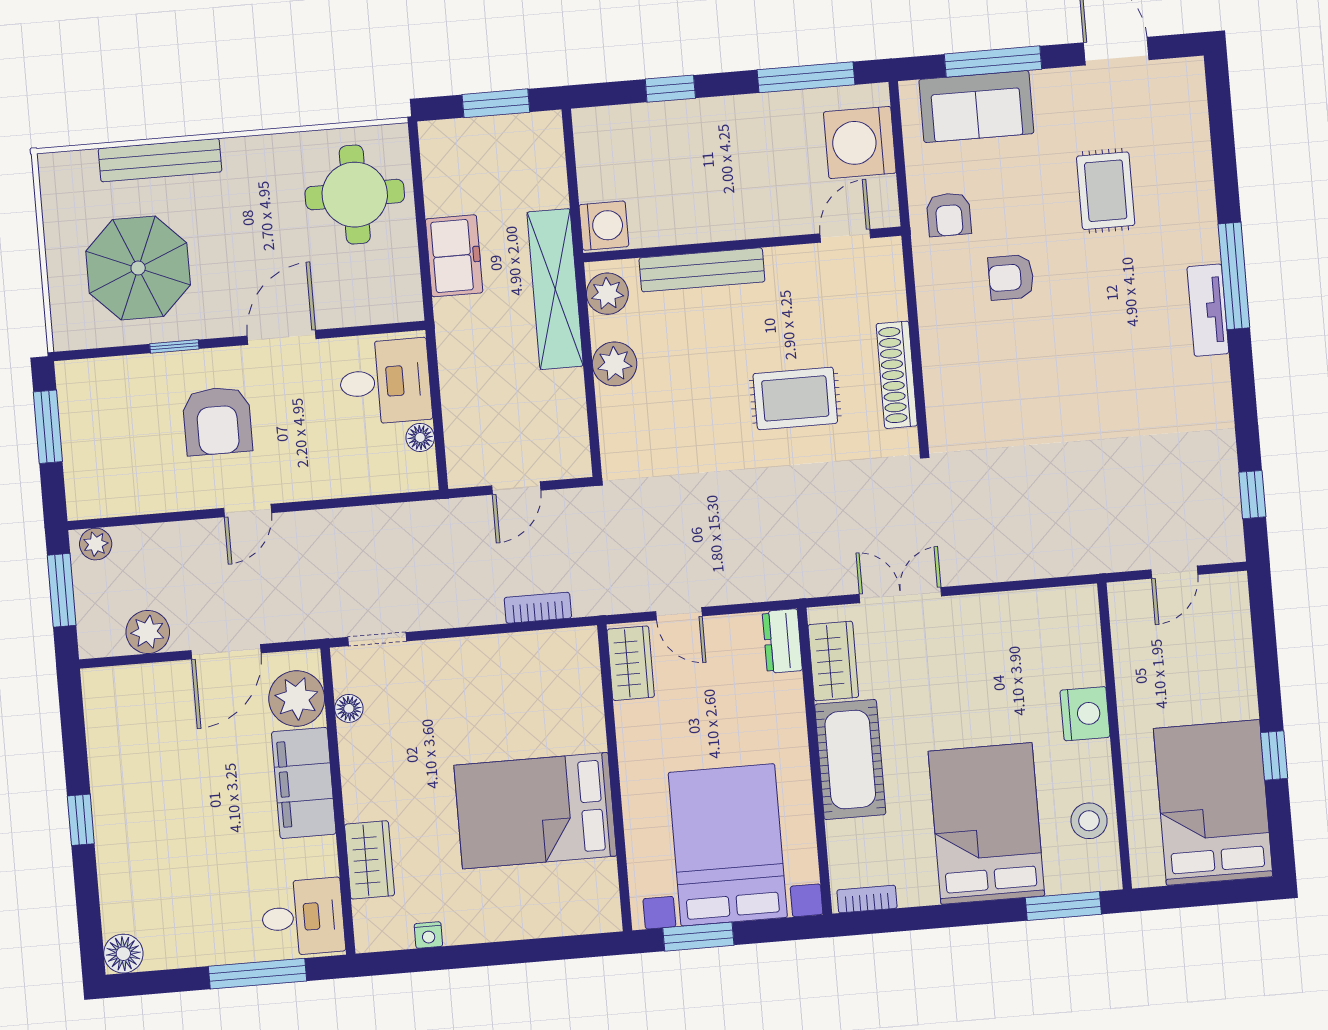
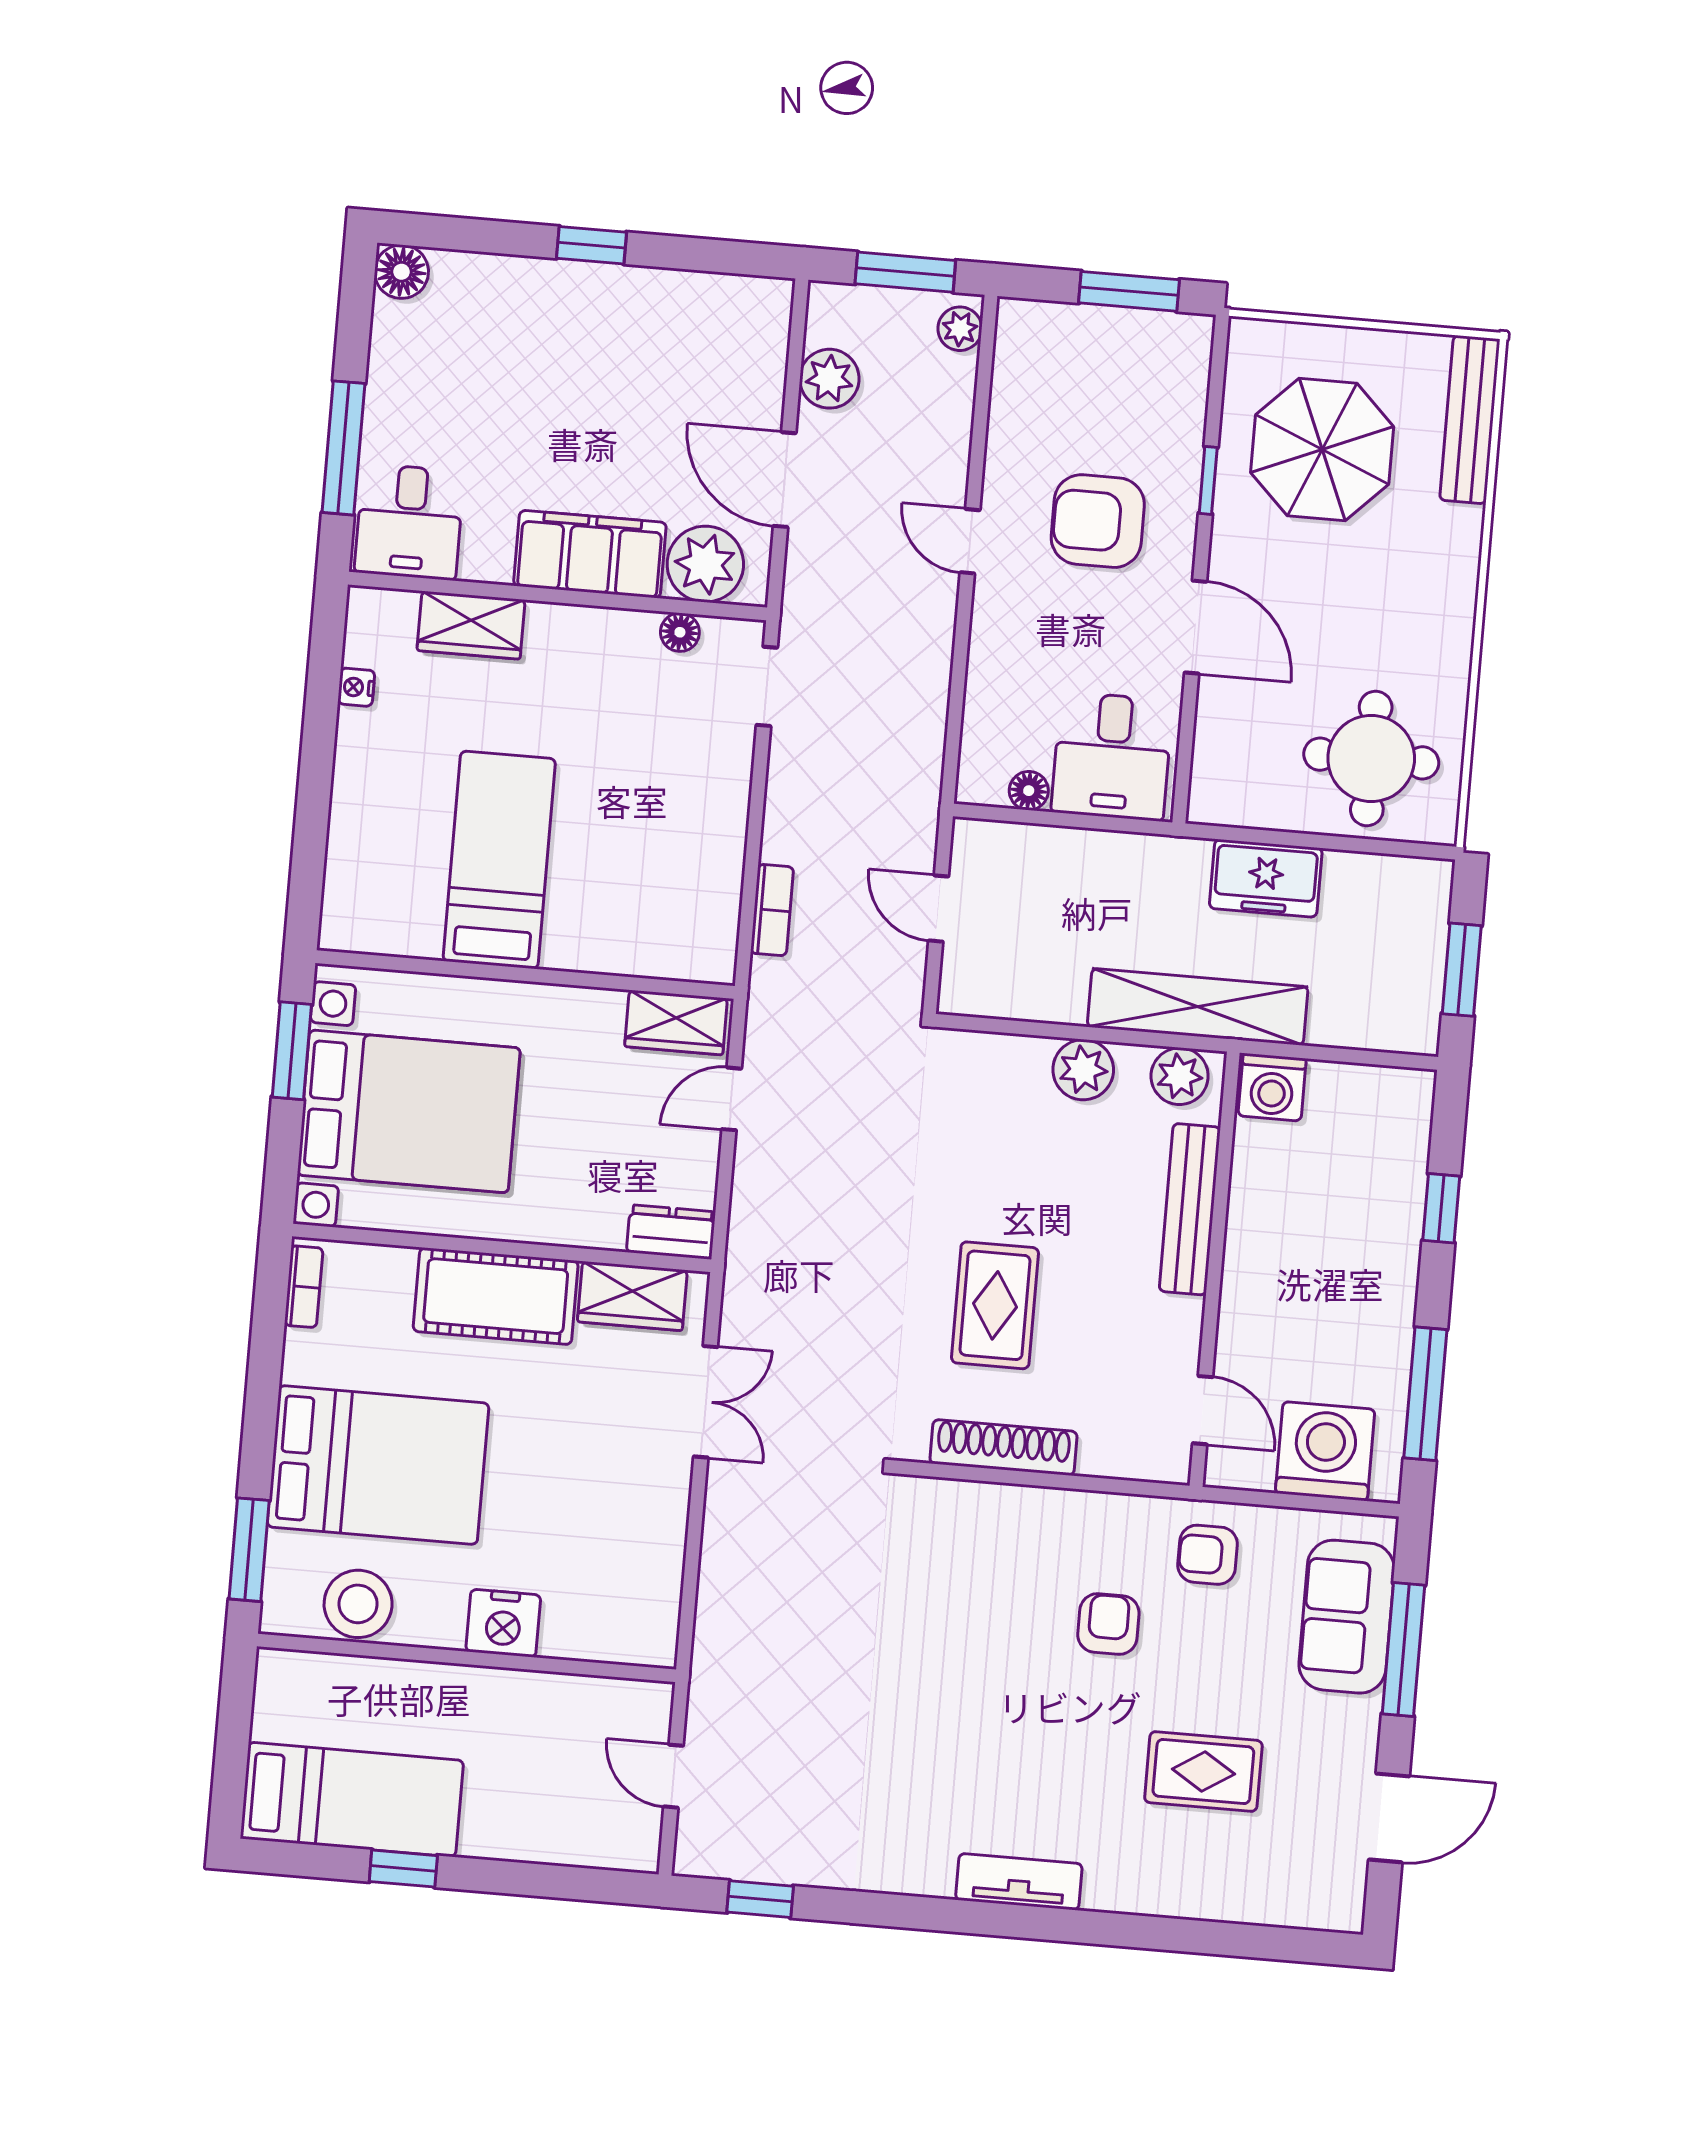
bench: (160, 160) -> (1470, 420), moved
window: (1234, 276) -> (1059, 1925), removed
bed: (1213, 803) -> (352, 1800), width x0.67
bed: (535, 811) -> (499, 860), width x0.67
stool: (1089, 821) -> (358, 1604), width x1.38, depth x1.38

